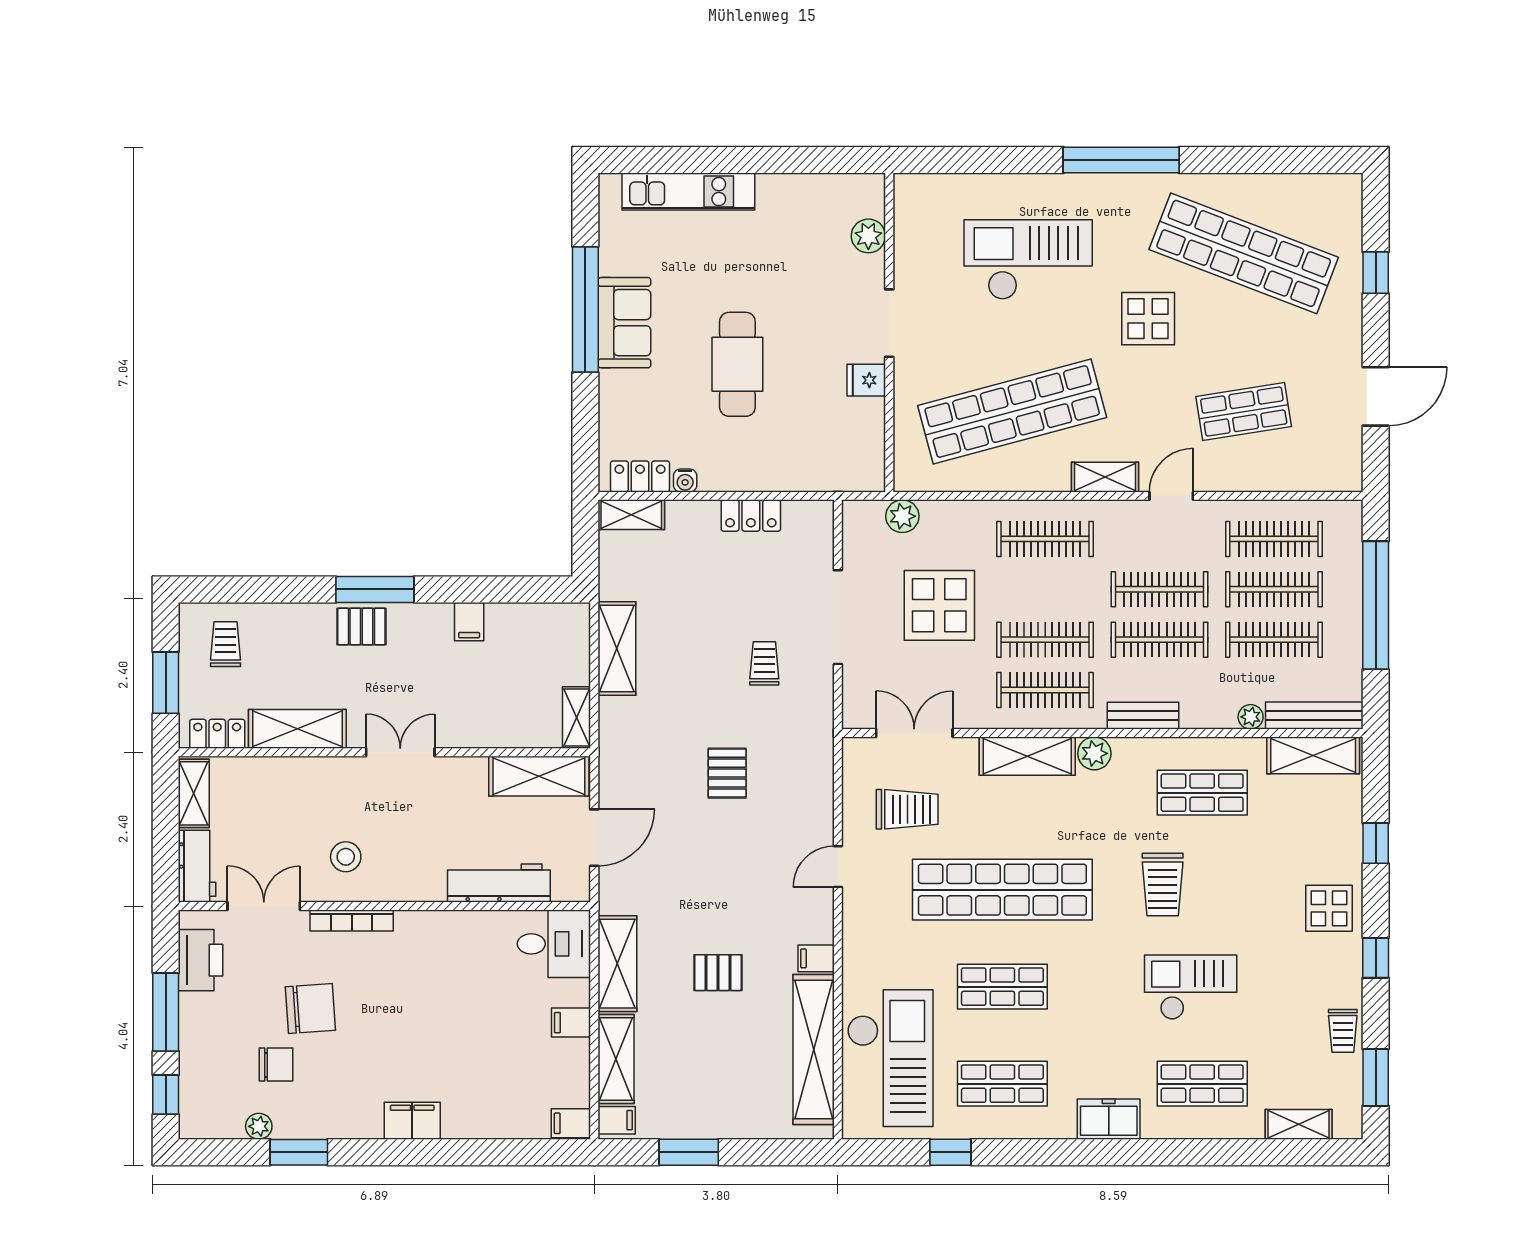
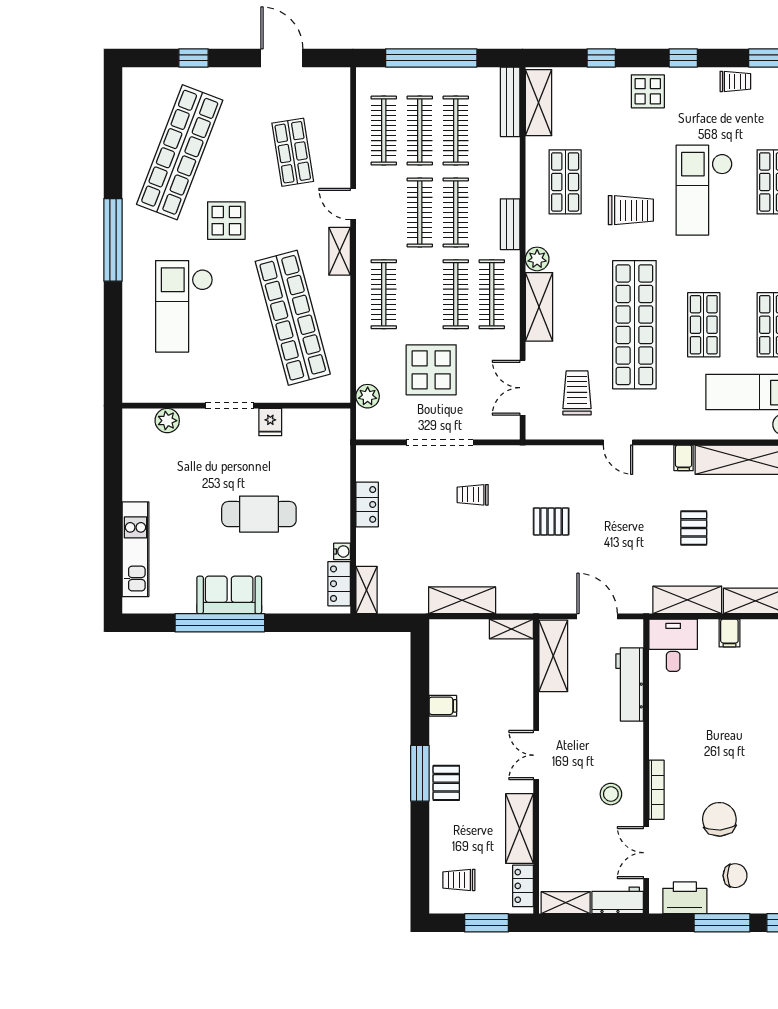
plant: (1251, 717) -> (511, 147), removed
checkout: (1191, 987) -> (704, 190), width x1.36, depth x1.21
chair: (276, 1065) -> (735, 876), moved, turned 90

